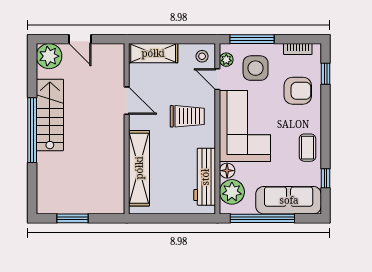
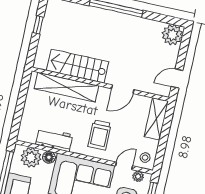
door: (80, 39) -> (177, 79), moved
stairs: (50, 115) -> (78, 66), moved, turned 180
workbench: (205, 177) -> (54, 140), width x0.73
window: (73, 218) -> (38, 25), width x0.67

